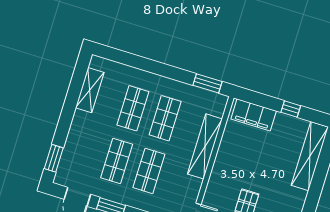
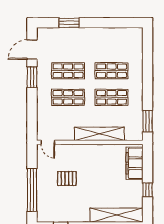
shelving: (90, 90) -> (115, 34), removed
window: (54, 158) -> (69, 23), moved

